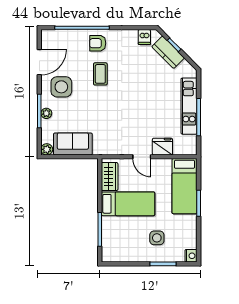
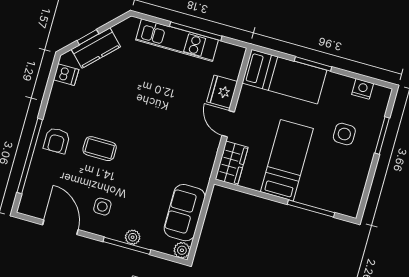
side table: (61, 87) -> (102, 207), width x0.54, depth x0.54
door: (142, 157) -> (228, 124), swing flipped
wardrobe: (110, 177) -> (232, 163), moved, turned 90
nightstand: (191, 256) -> (363, 89), moved

